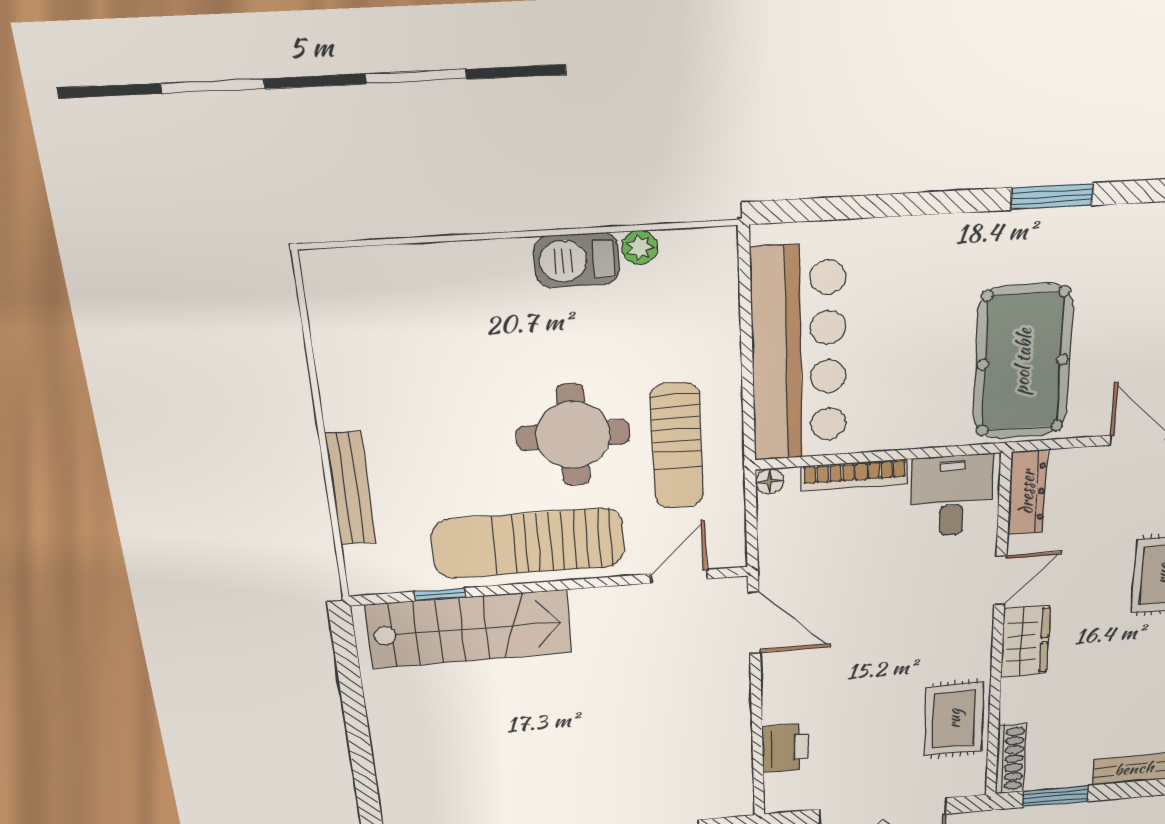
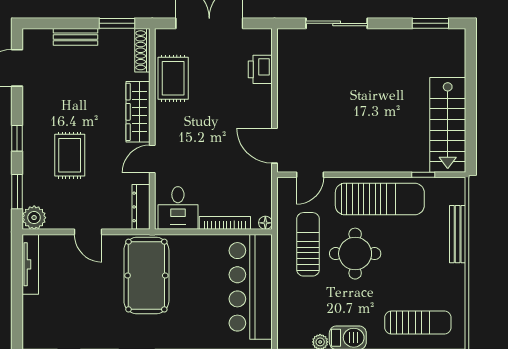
sun lounger: (418, 302) -> (418, 322), added
stairs: (469, 629) -> (448, 125), moved, turned -90
wardrobe: (1025, 642) -> (138, 112), width x1.50

